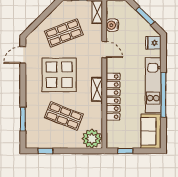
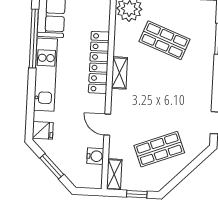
display table: (59, 75) -> (168, 94), removed
window: (163, 95) -> (34, 38), moved

